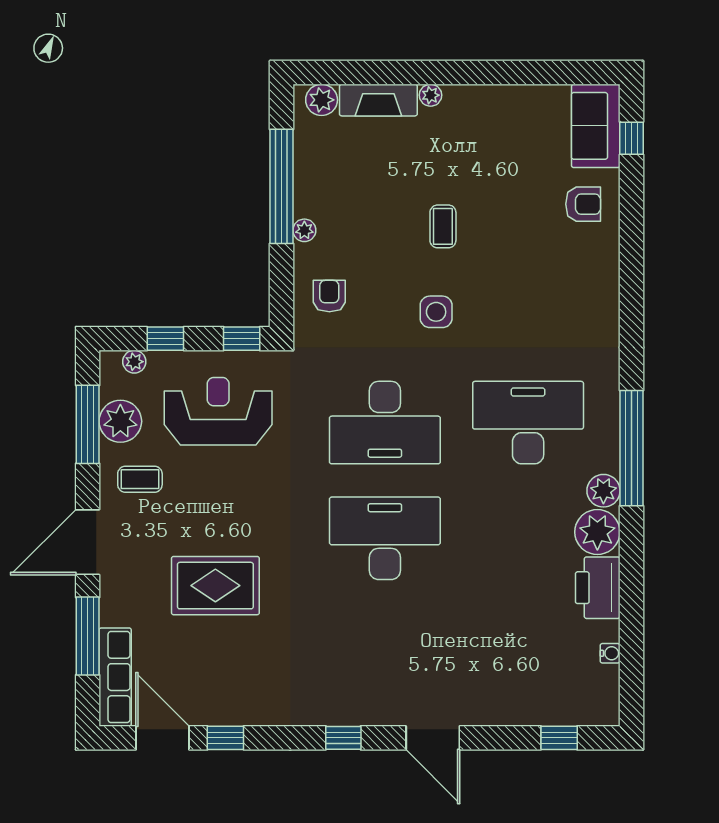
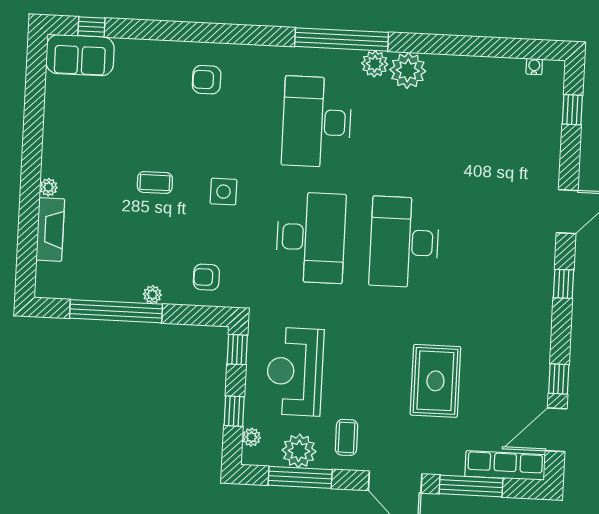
plant: (322, 100) -> (48, 275), removed
armchair: (583, 204) -> (207, 80), moved, turned -90
printer: (598, 588) -> (453, 72), removed
water cooler: (610, 653) -> (534, 67), moved

